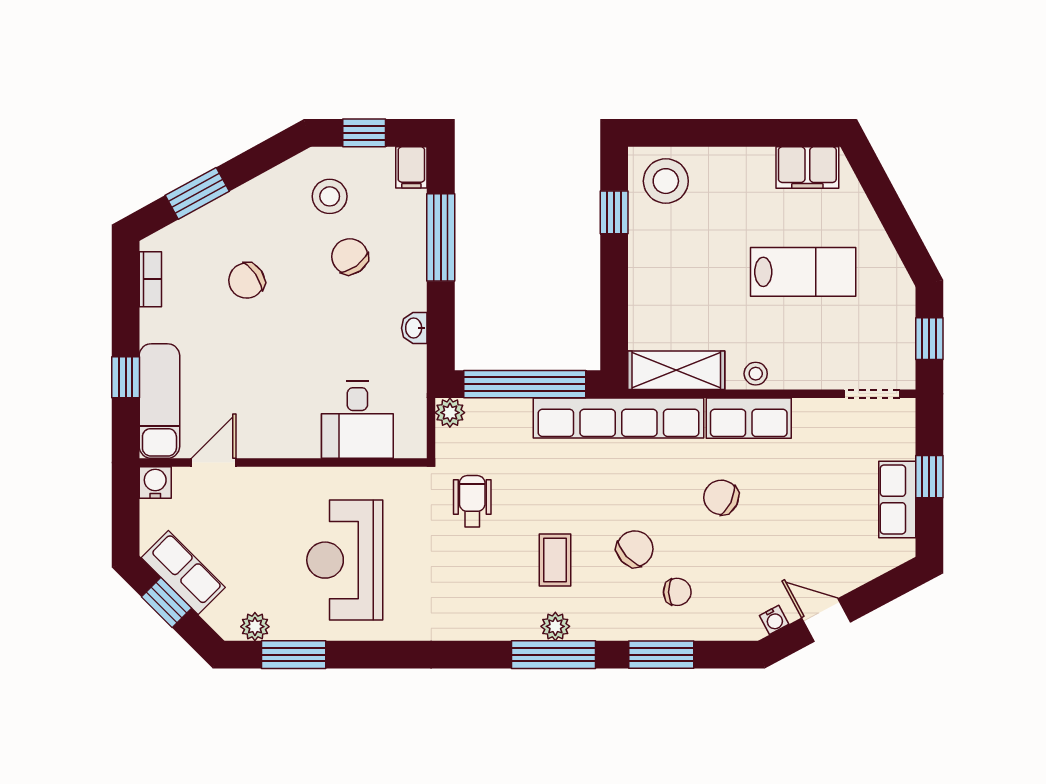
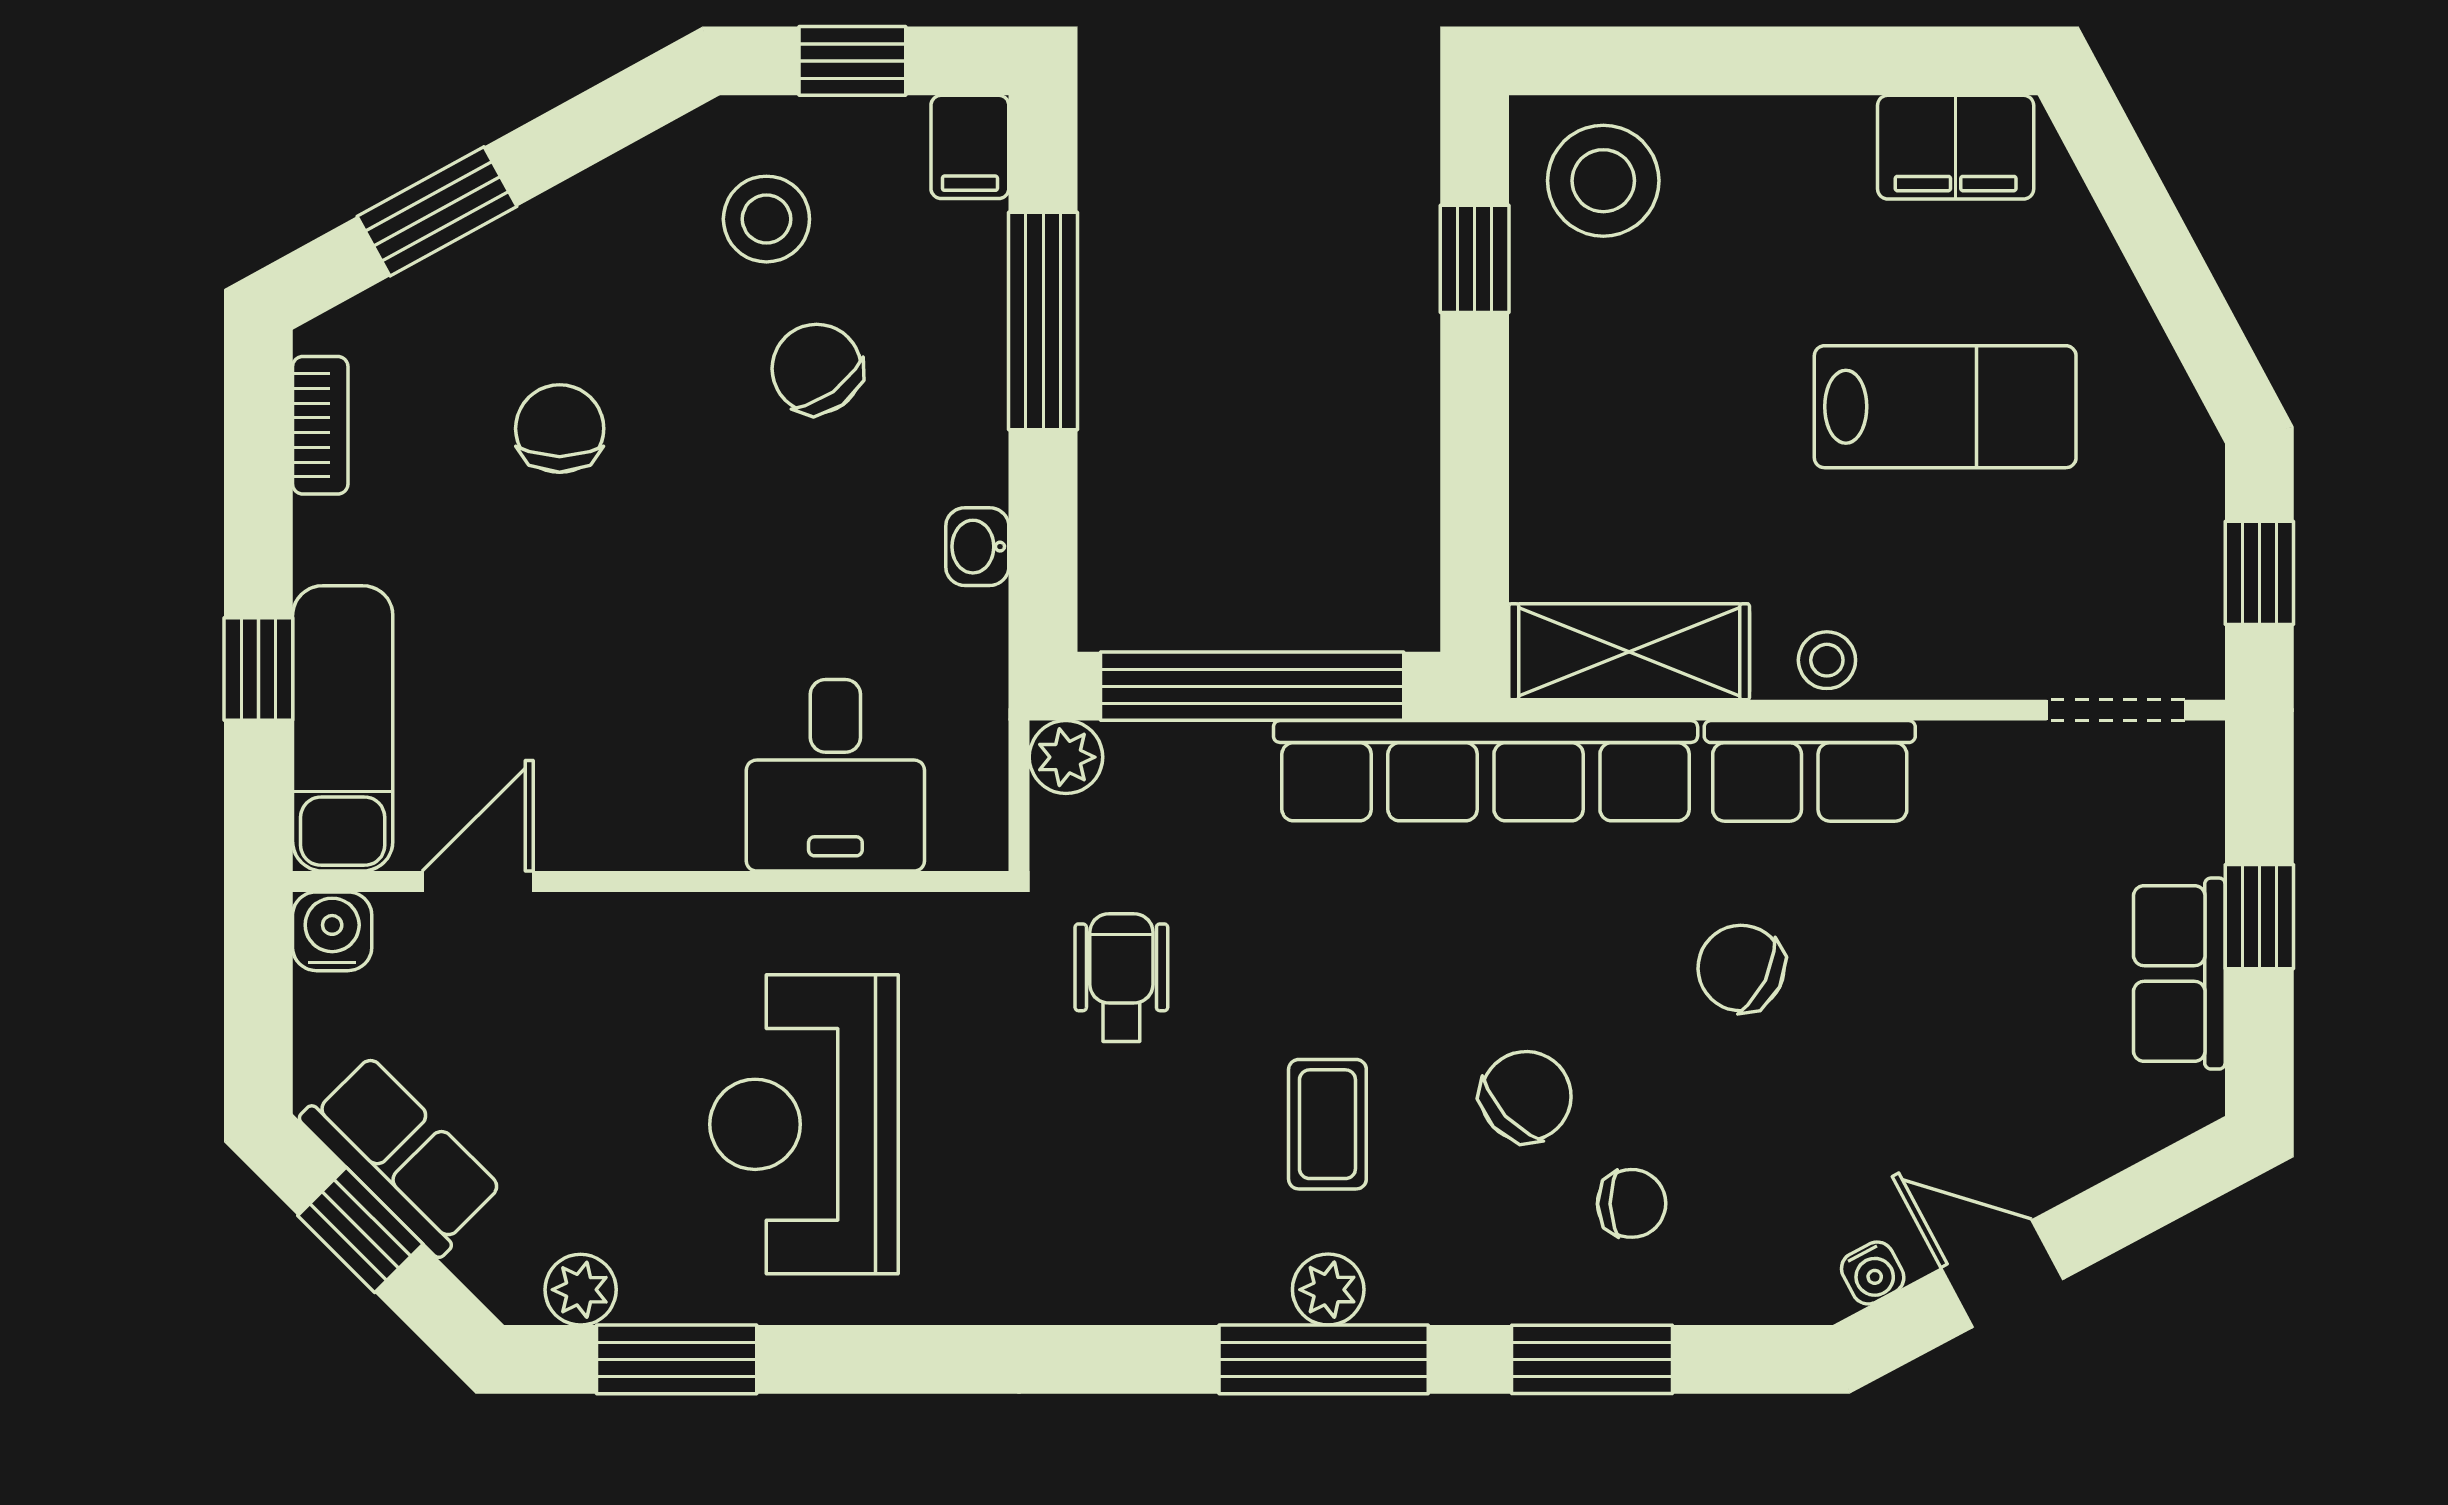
chair: (247, 281) -> (560, 429), turned 124

